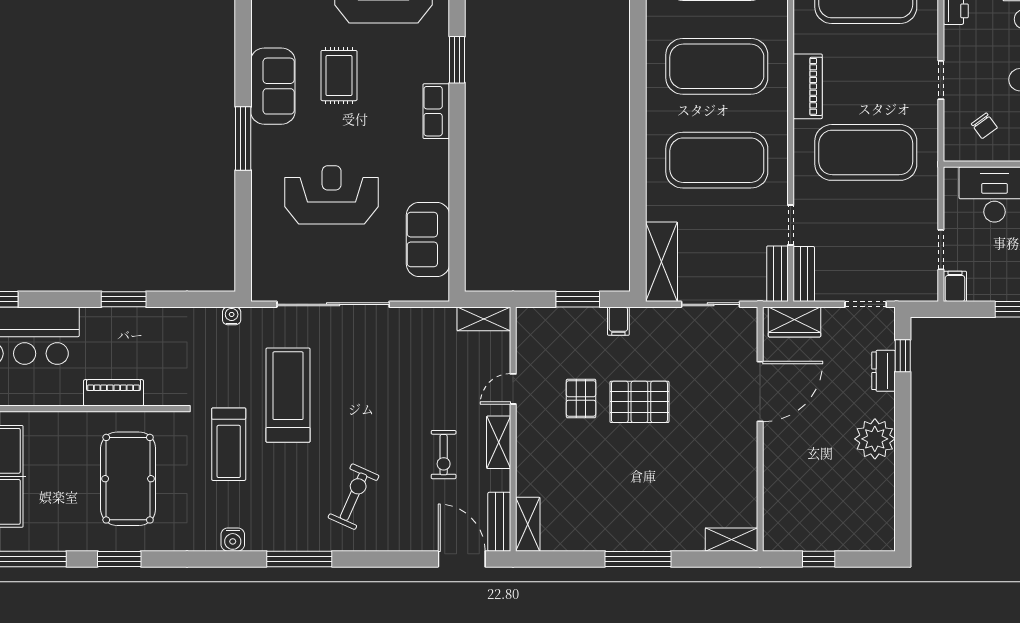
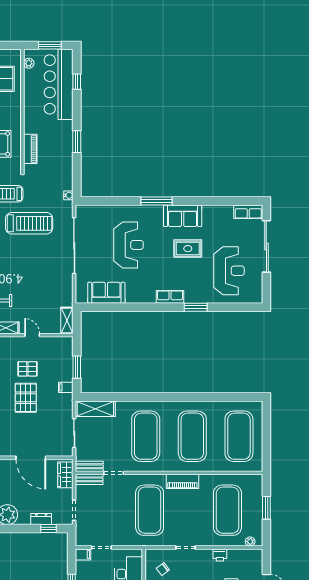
piano: (113, 393) -> (30, 149), moved

